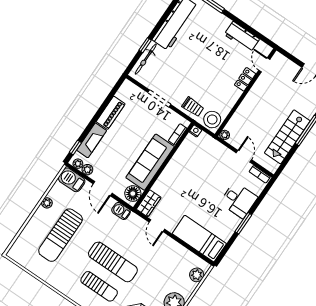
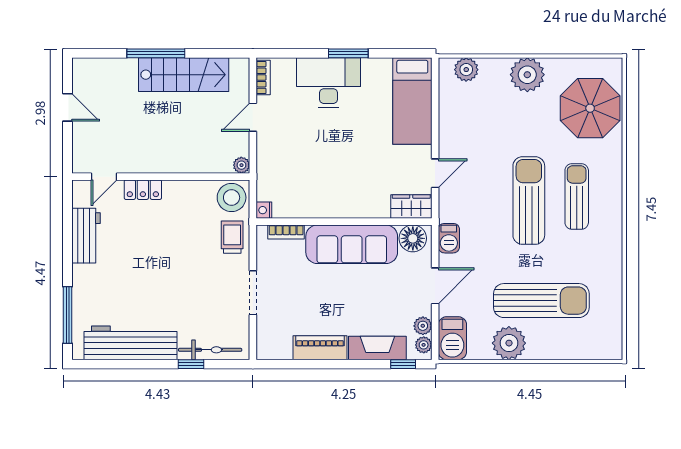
desk: (239, 200) -> (328, 83), width x1.37
plant: (47, 203) -> (509, 343), width x1.87, depth x1.87

